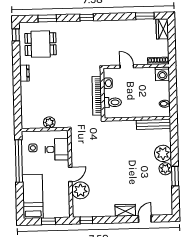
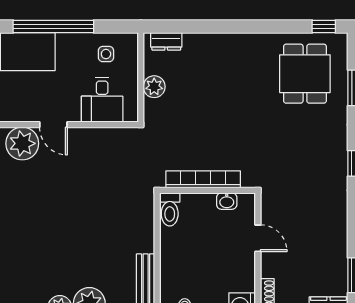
door: (127, 67) -> (258, 238), hinge flipped
dresser: (24, 73) -> (166, 41), moved
toilet: (113, 102) -> (170, 209), moved
window: (19, 161) -> (53, 26), moved

